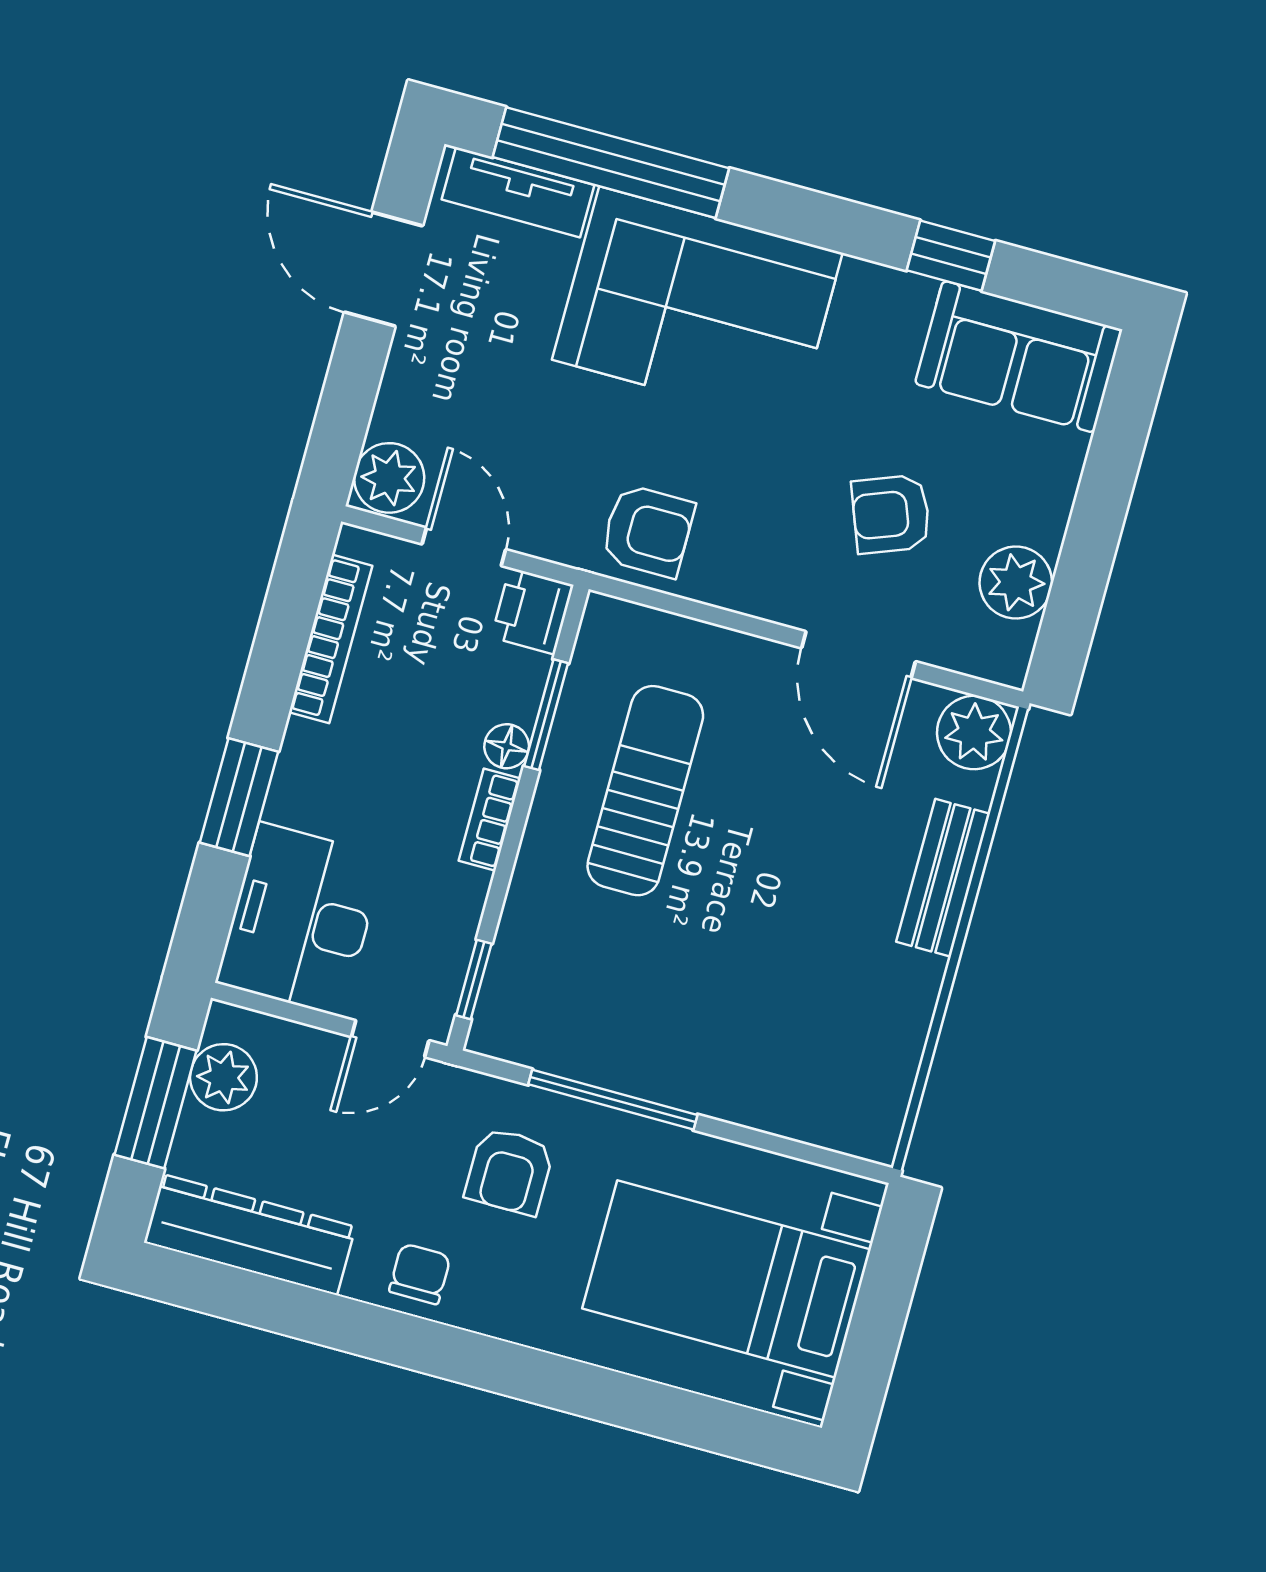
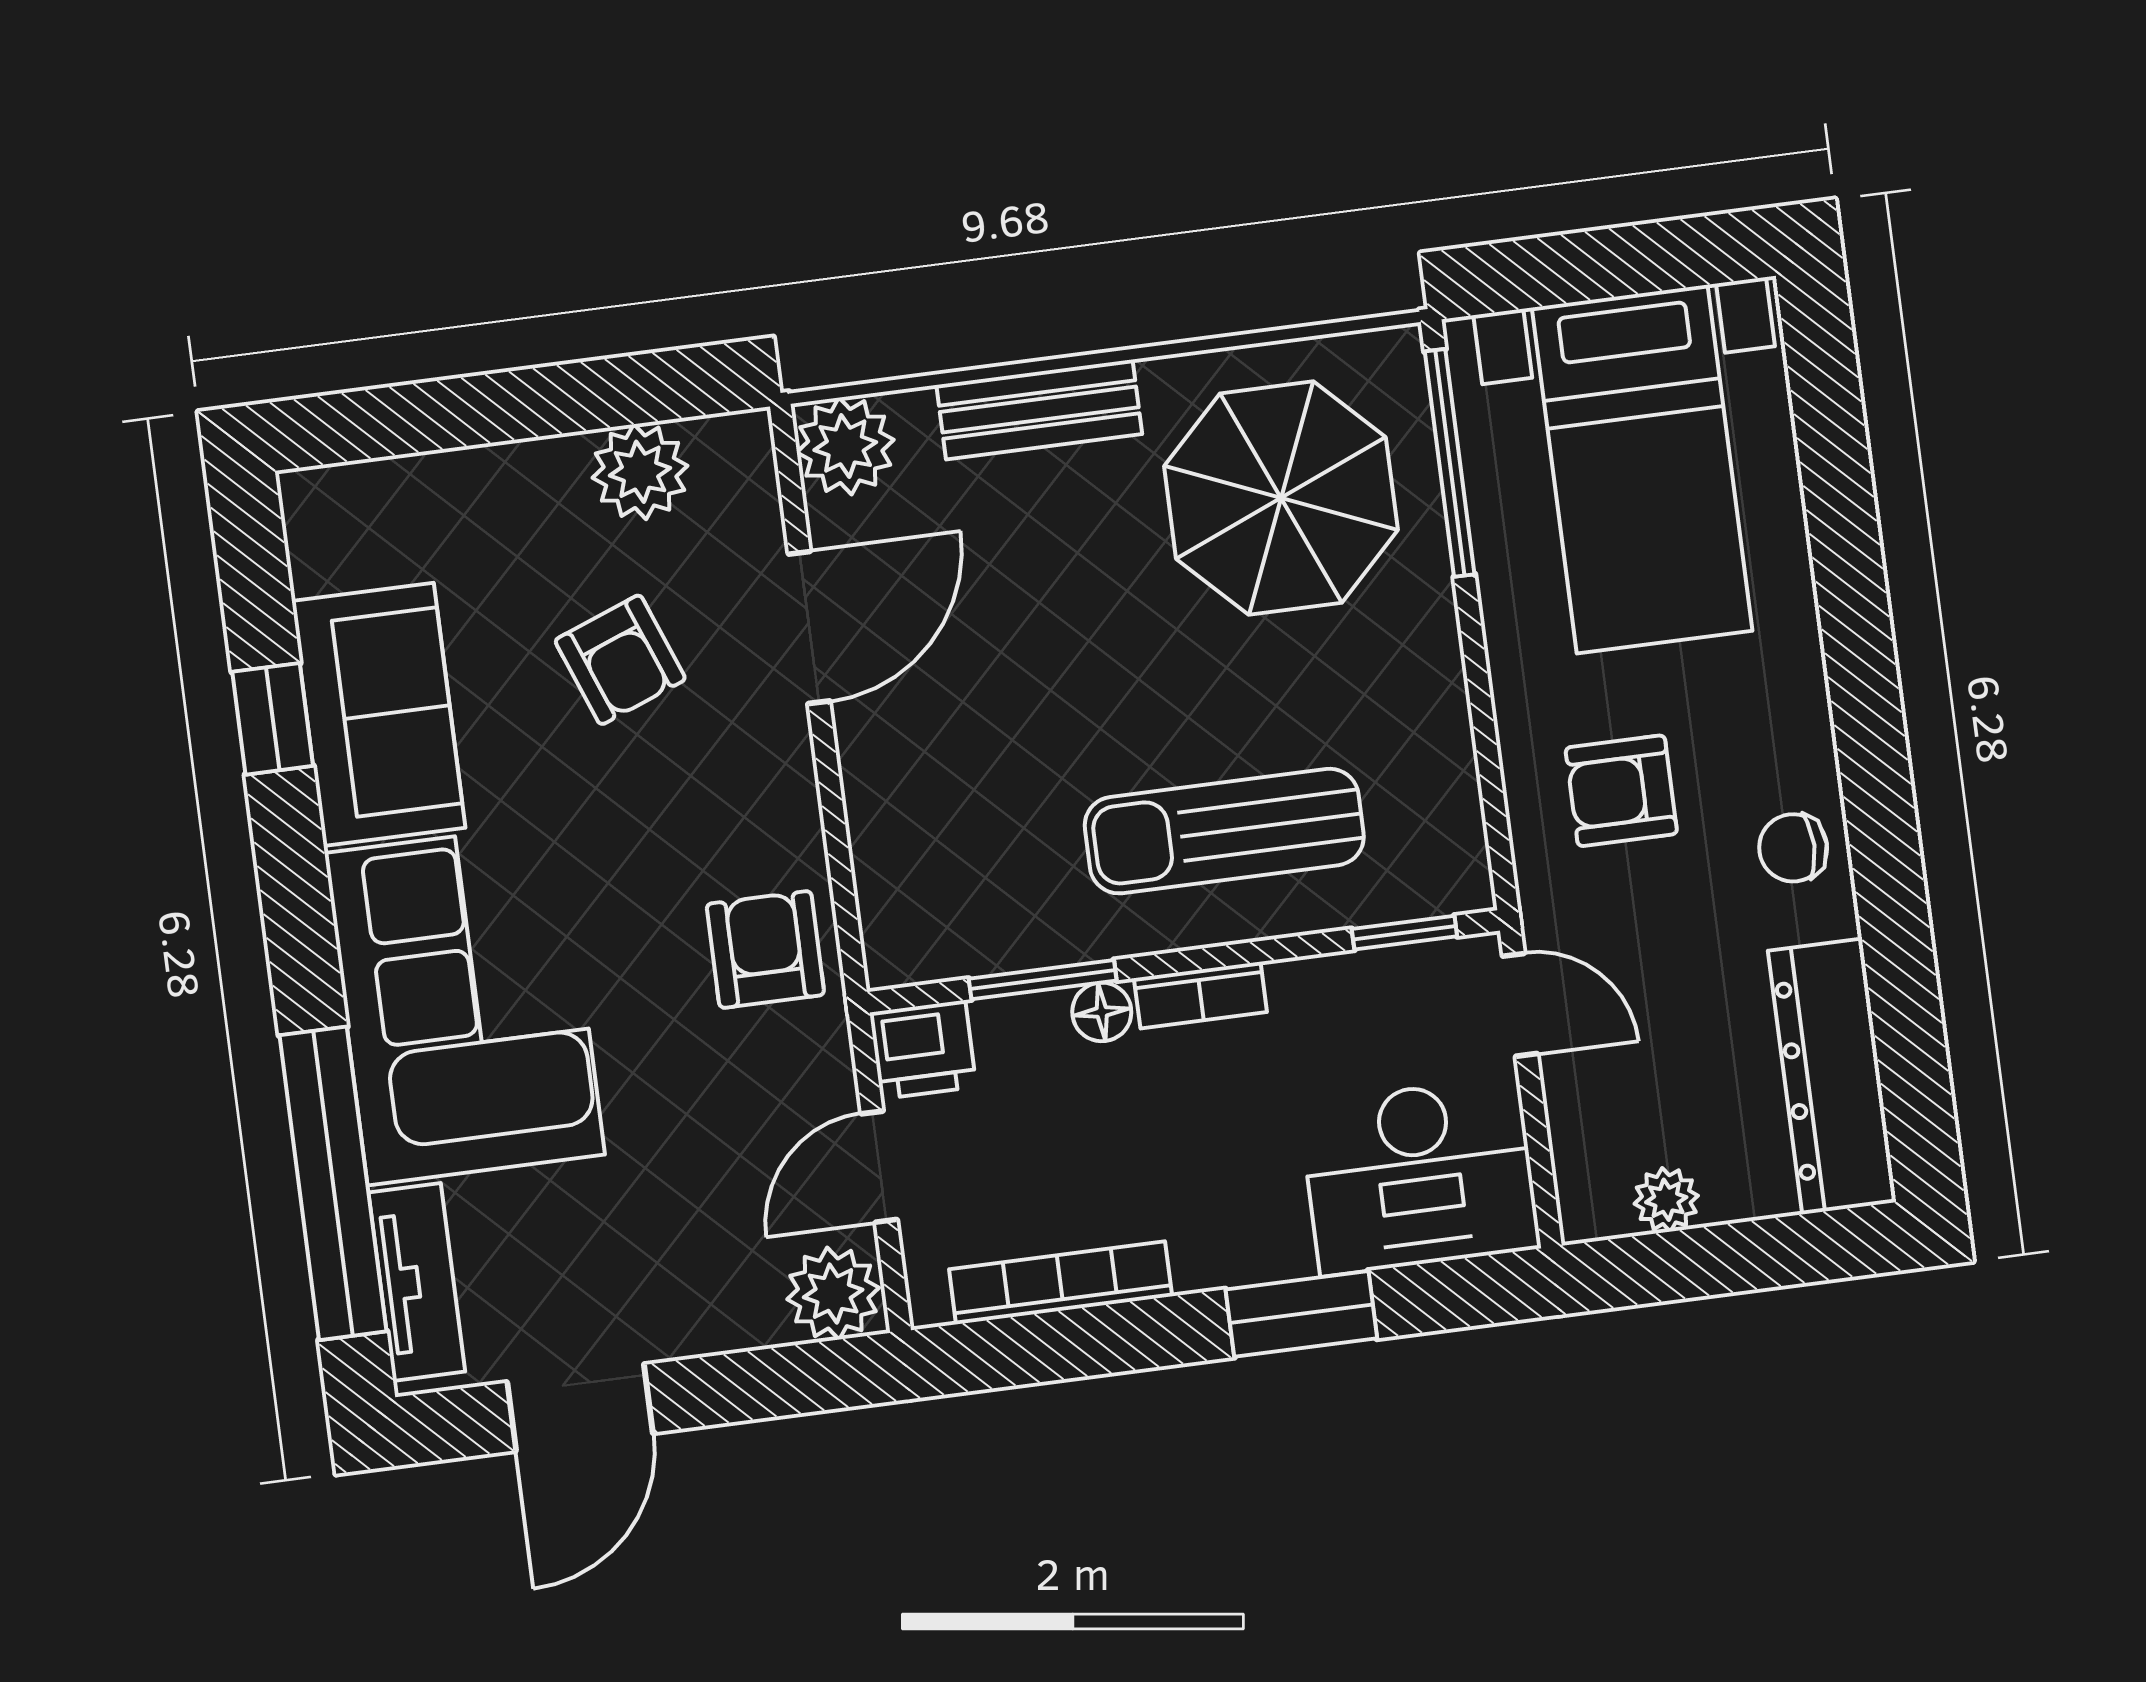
sofa: (1019, 357) -> (379, 714), moved
sun lounger: (645, 791) -> (1224, 831), moved
parasol: (811, 1020) -> (1281, 498), added
plant: (223, 1077) -> (1666, 1200), width x0.73, depth x0.73
window: (613, 1100) -> (1450, 463), moved
window: (155, 1103) -> (1719, 1260), removed
armchair: (509, 1171) -> (1621, 791), turned 180

